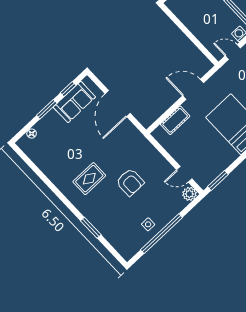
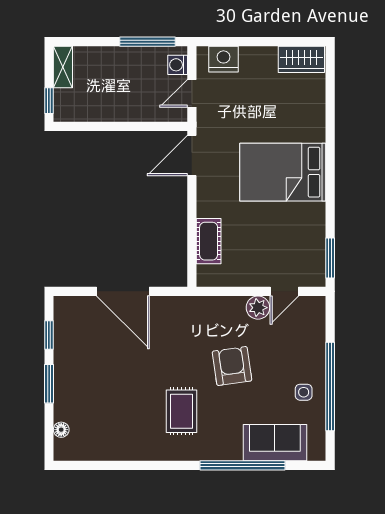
door: (193, 89) -> (192, 156), moved
sofa: (74, 102) -> (275, 443), moved, turned -90
armchair: (130, 182) -> (232, 366), turned -98
plant: (189, 194) -> (258, 308), moved
window: (91, 228) -> (242, 465), width x2.11

